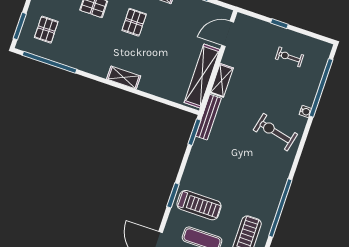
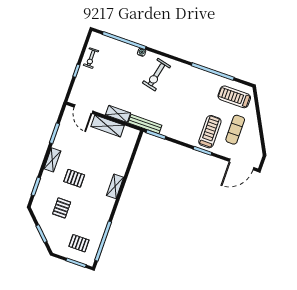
exercise bike: (289, 57) -> (91, 58), moved
shelving: (202, 76) -> (108, 126), width x0.68

